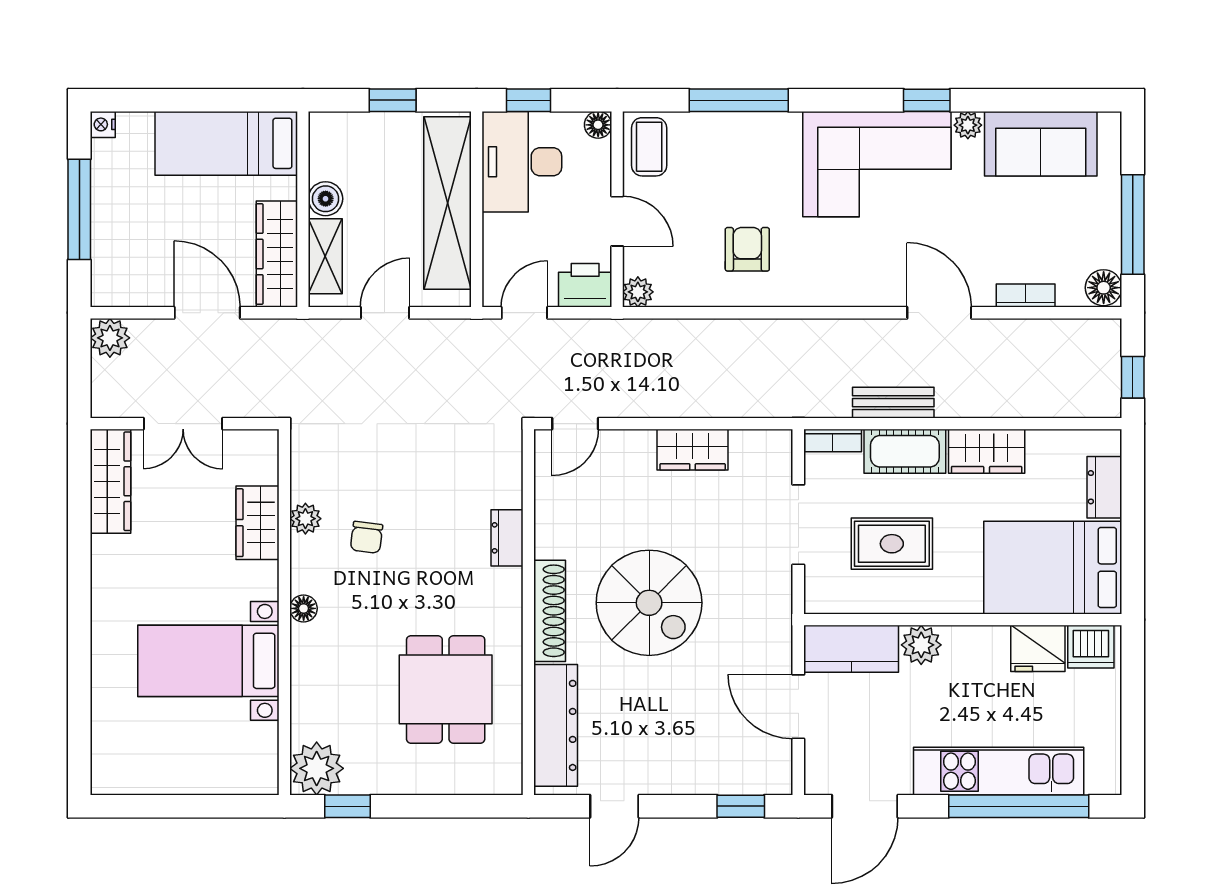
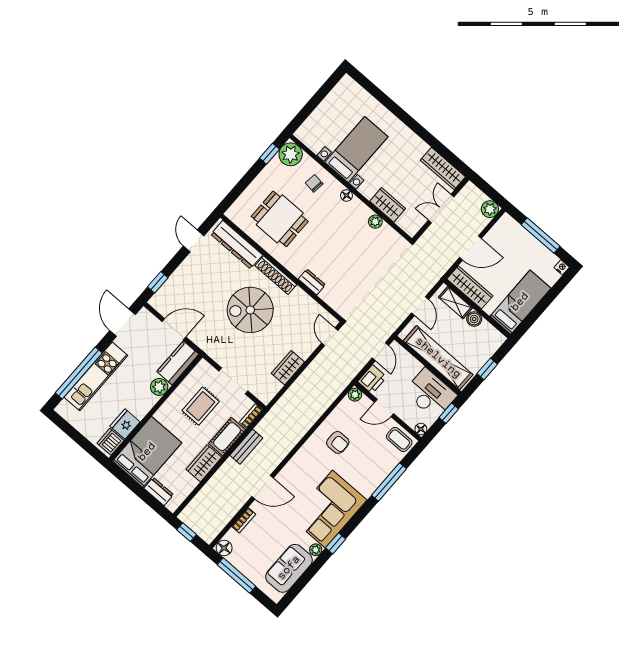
chair: (367, 537) -> (314, 183), moved

